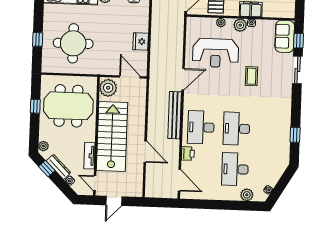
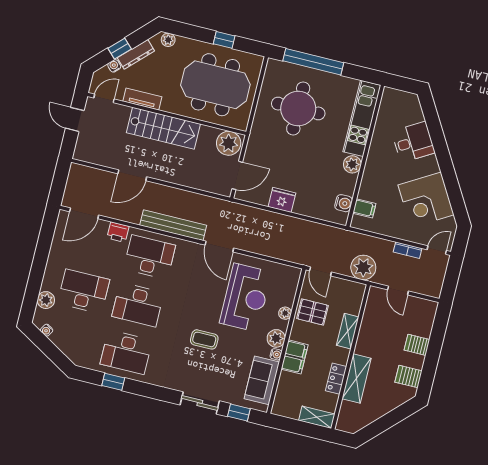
sofa: (285, 36) -> (262, 380), moved, turned -90
window: (38, 39) -> (313, 62), width x3.17
reception desk: (216, 53) -> (246, 297), turned 180
meeting table: (68, 106) -> (215, 85), turned 90
desk: (237, 129) -> (138, 305), turned 180
desk: (272, 130) -> (126, 352), added
stairs: (112, 137) -> (163, 128), width x0.73, depth x0.66
window: (47, 169) -> (120, 49), moved

